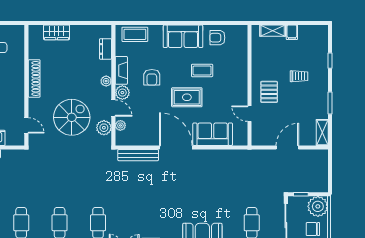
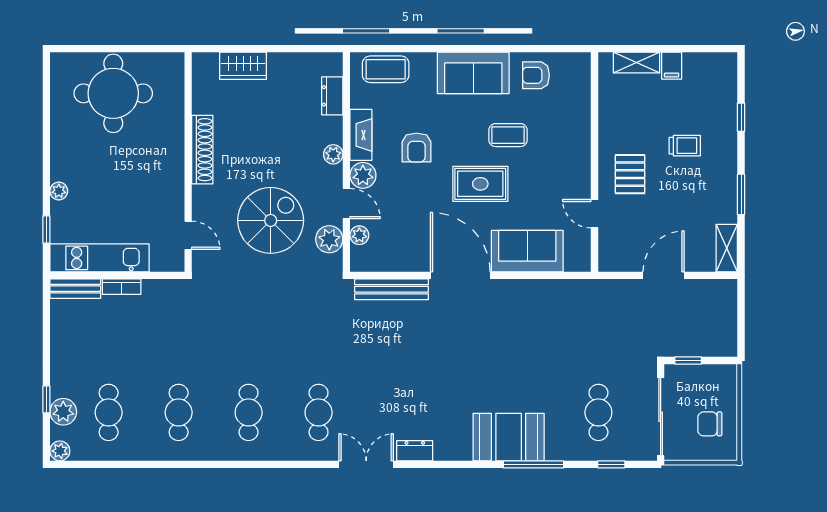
plant: (318, 206) -> (719, 383), removed

